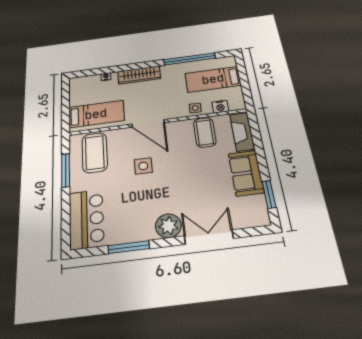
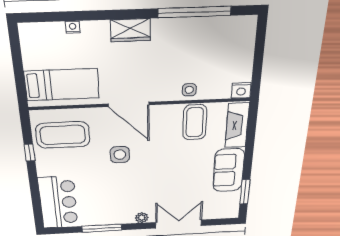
wardrobe: (139, 75) -> (130, 30), width x0.67
bed: (213, 79) -> (220, 50), removed
nightstand: (220, 107) -> (241, 90), moved
coffee table: (95, 153) -> (63, 135), turned 90
window: (66, 170) -> (30, 153), width x0.46
plant: (168, 226) -> (142, 218), width x0.53, depth x0.53

